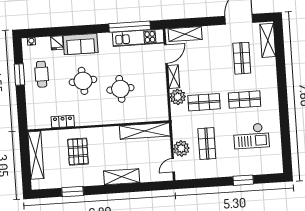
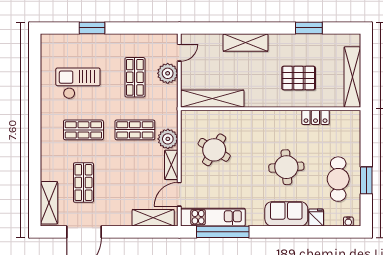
cafe table: (42, 74) -> (338, 179), width x1.37, depth x1.35
round table: (120, 89) -> (214, 150), moved, turned 34
pallet: (78, 152) -> (299, 78), turned 90

